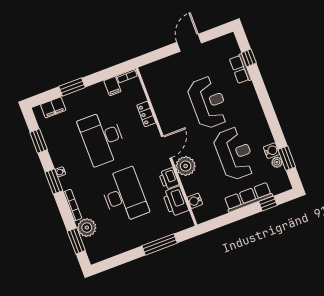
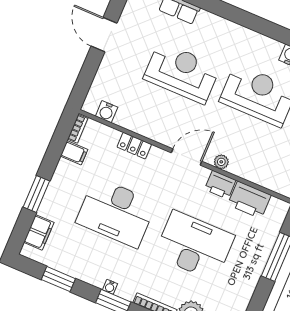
door: (167, 147) -> (187, 157), hinge flipped
plant: (186, 166) -> (221, 162), width x0.53, depth x0.53
water cooler: (195, 201) -> (107, 112), moved

